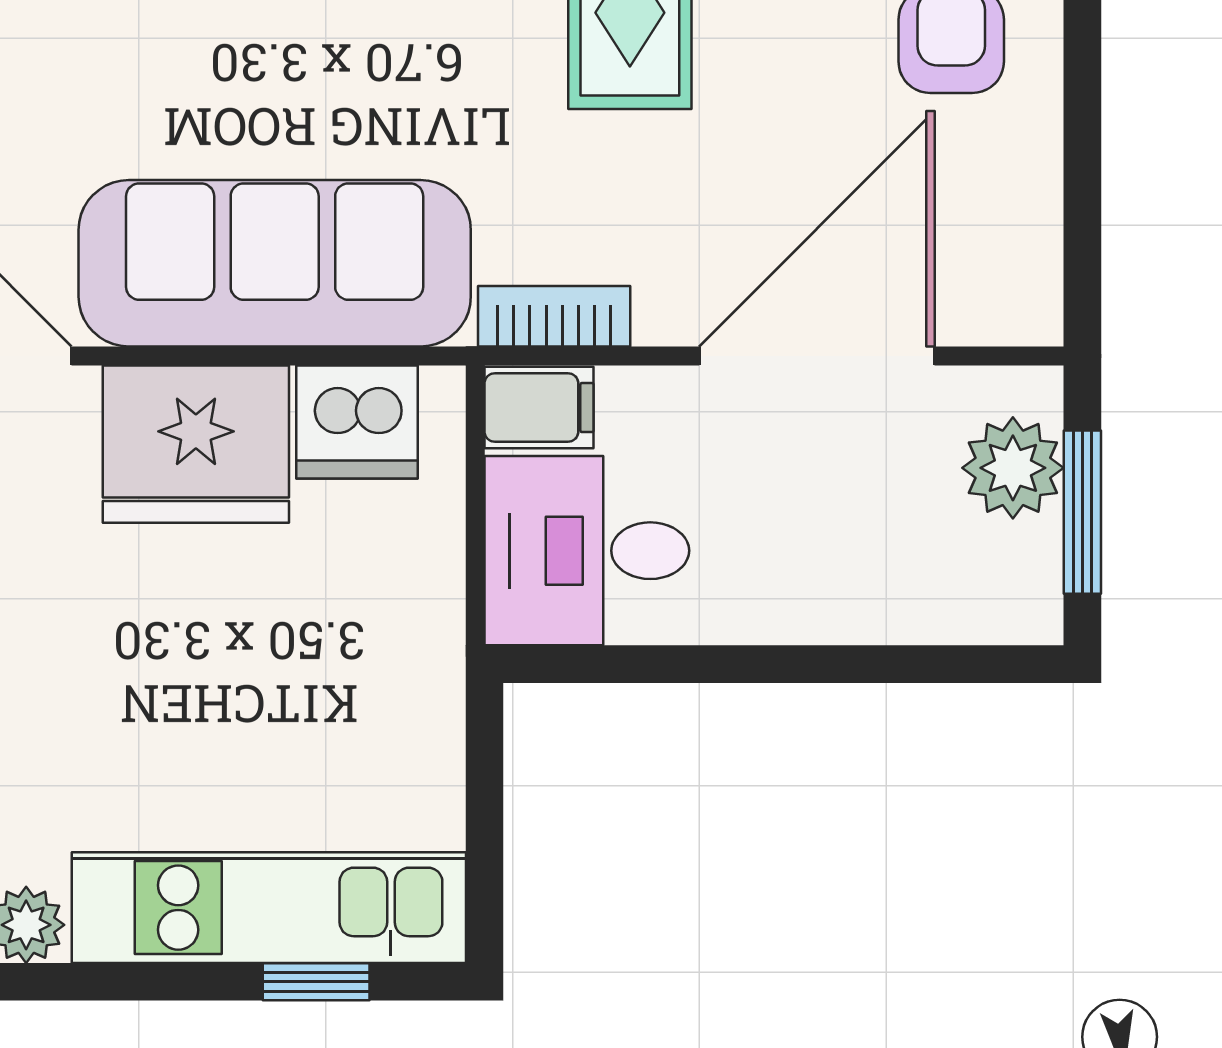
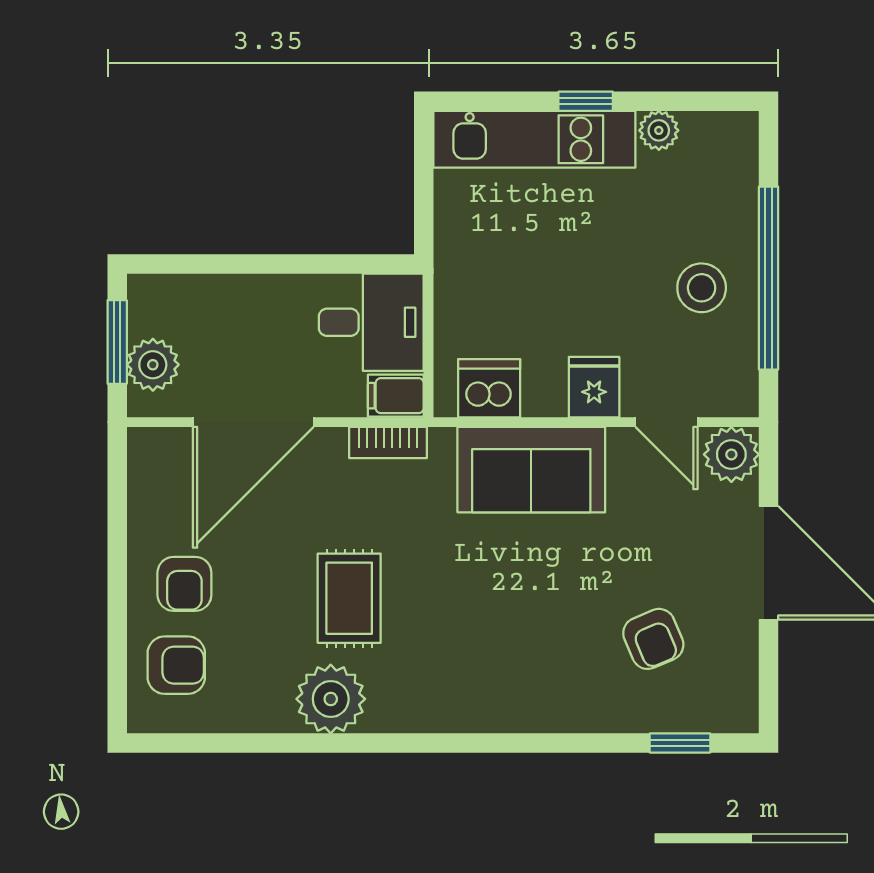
sofa: (275, 263) -> (531, 470), width x0.73
fridge: (196, 444) -> (594, 387), width x0.53, depth x0.75
window: (316, 982) -> (586, 101), moved

